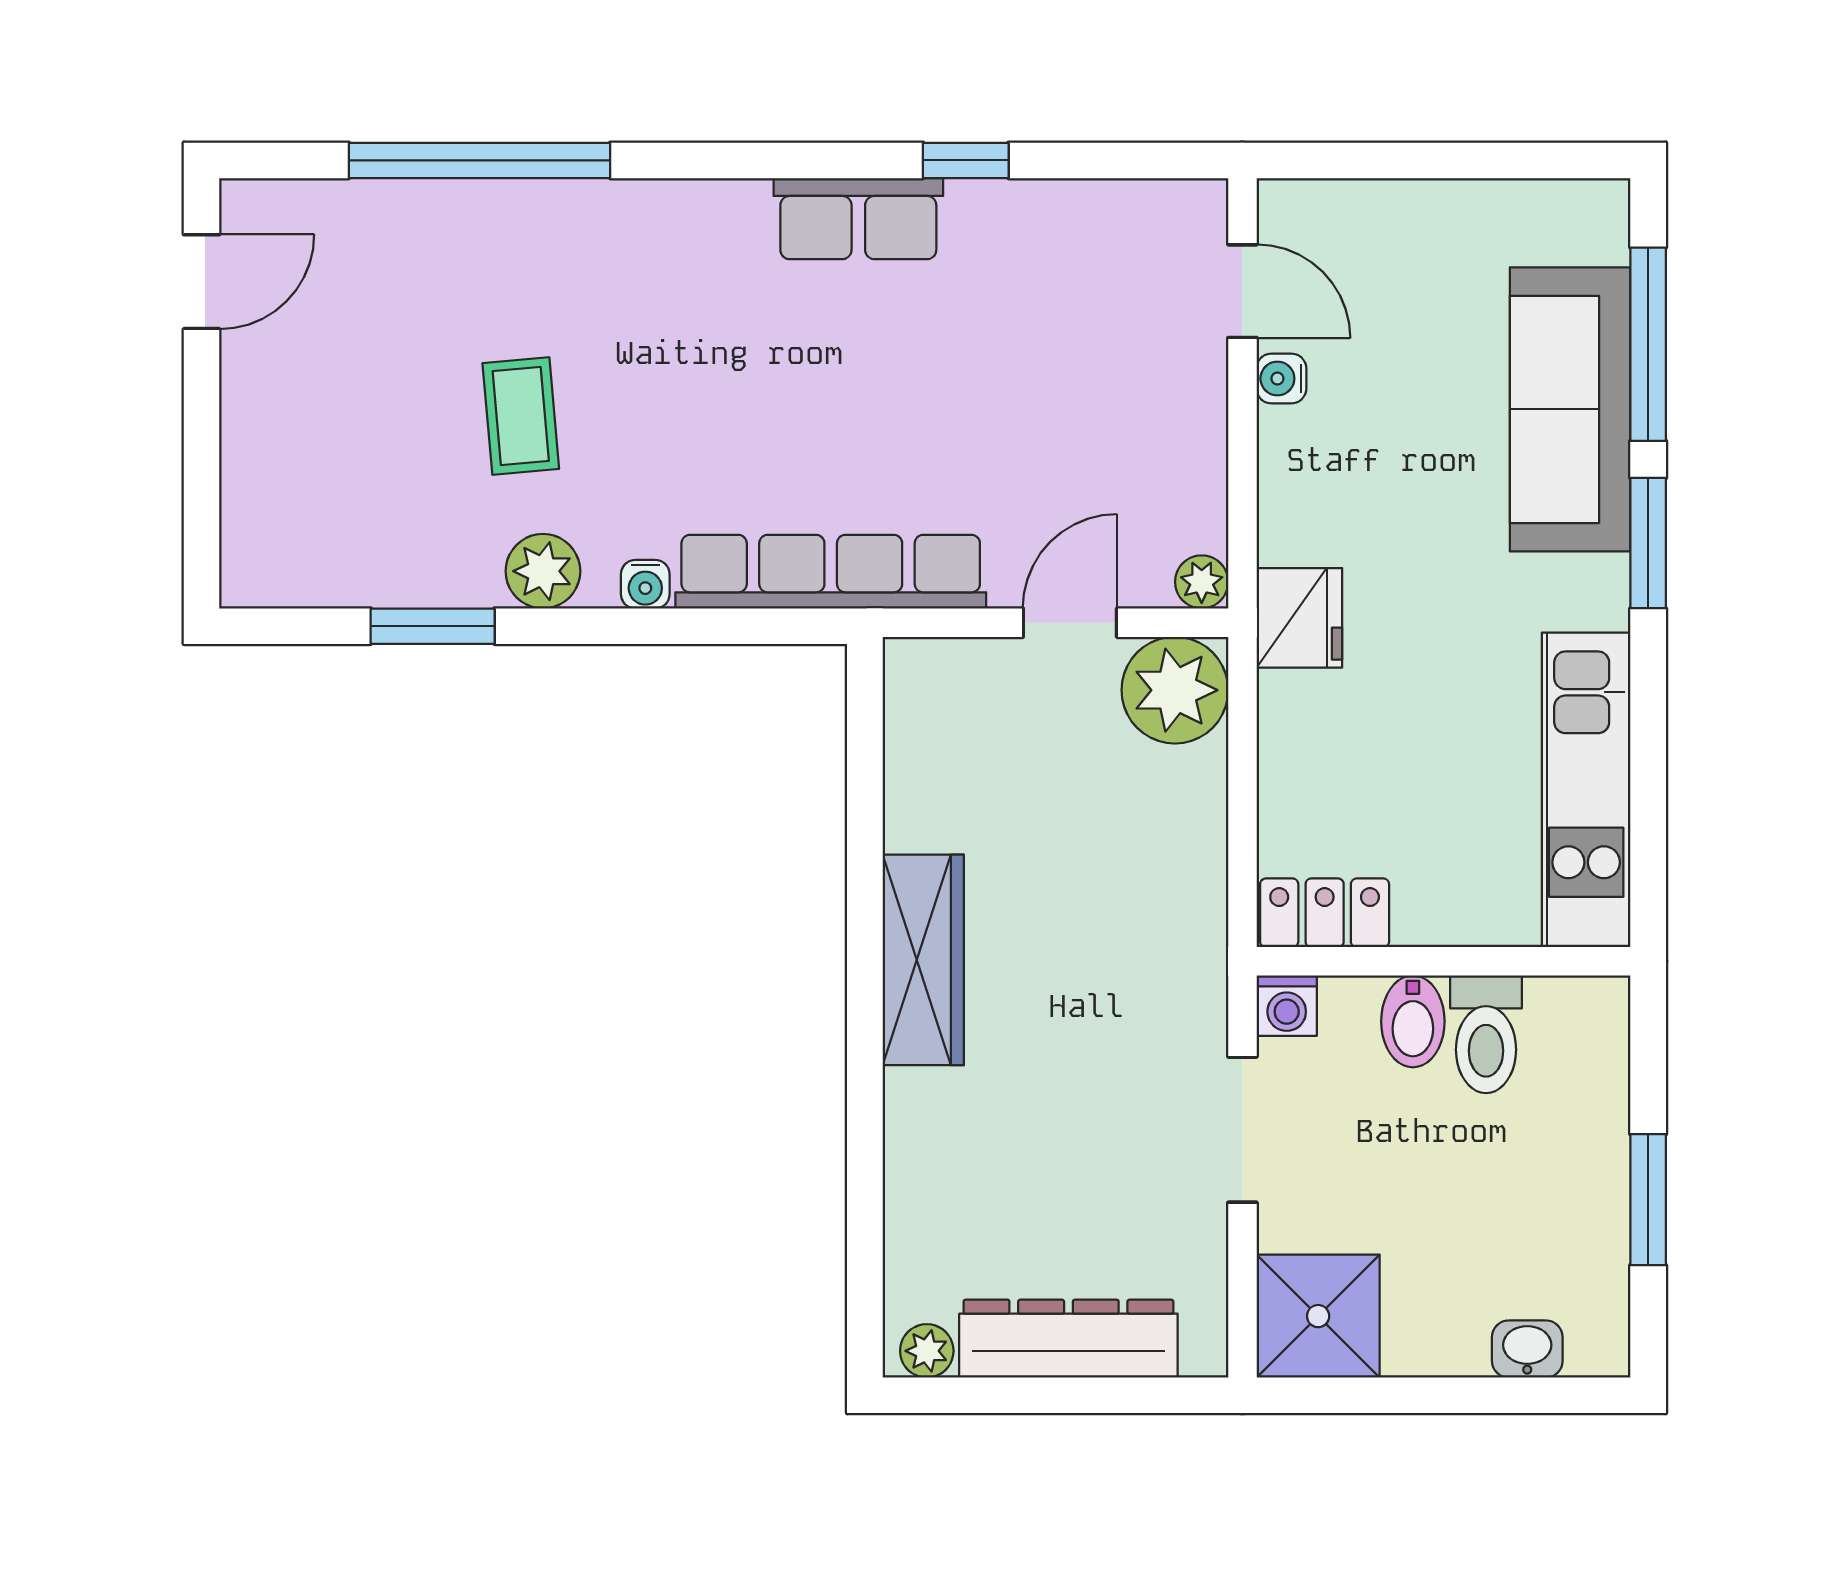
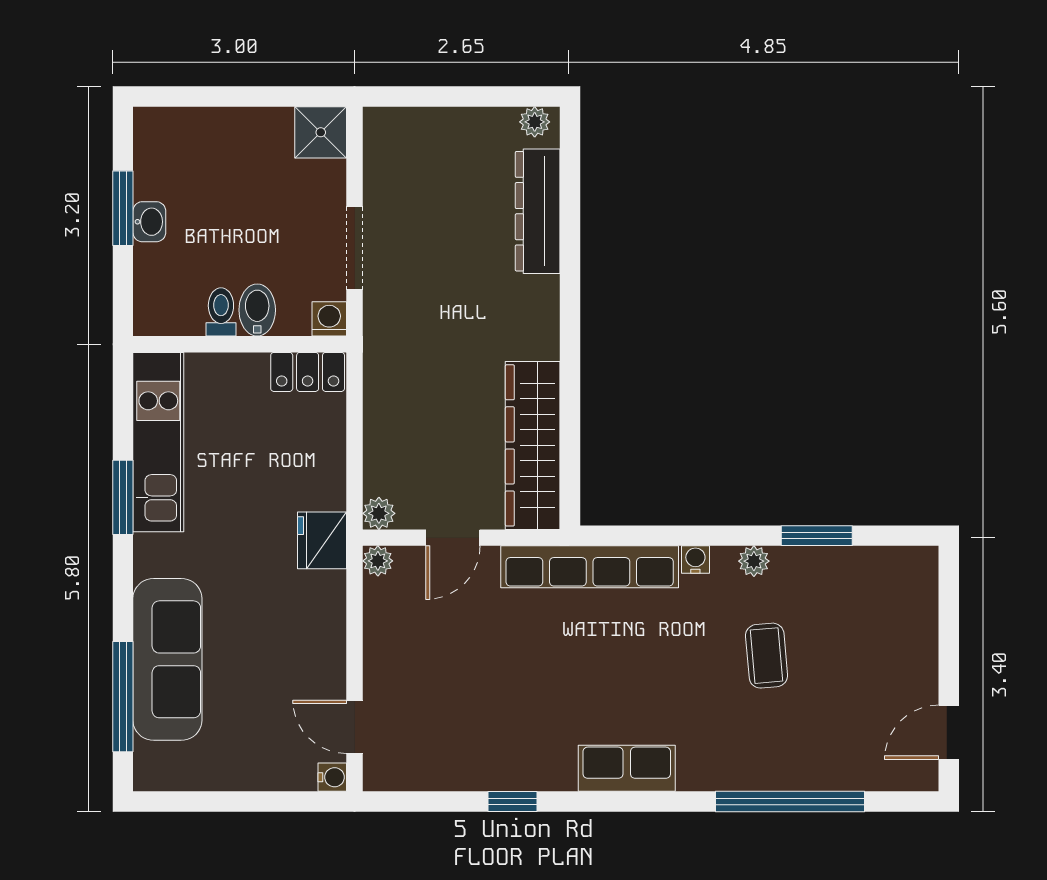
row of seats: (858, 219) -> (627, 768), moved
water cooler: (1281, 379) -> (332, 777), moved
window: (1648, 543) -> (123, 497), moved
plant: (543, 571) -> (754, 561), width x0.73, depth x0.73
plant: (1175, 690) -> (379, 513), width x0.53, depth x0.53
wardrobe: (923, 960) -> (533, 445), moved, width x1.40, depth x1.17
toilet: (1486, 1034) -> (221, 312), width x0.73, depth x0.72
shower: (1318, 1316) -> (321, 132), width x0.73, depth x0.73
dresser: (1068, 1339) -> (538, 211), moved, turned 90
washbasin: (1527, 1349) -> (149, 222), moved, turned -90

